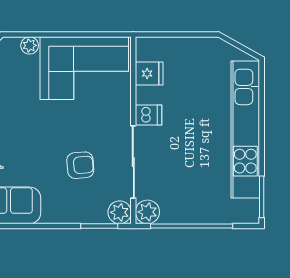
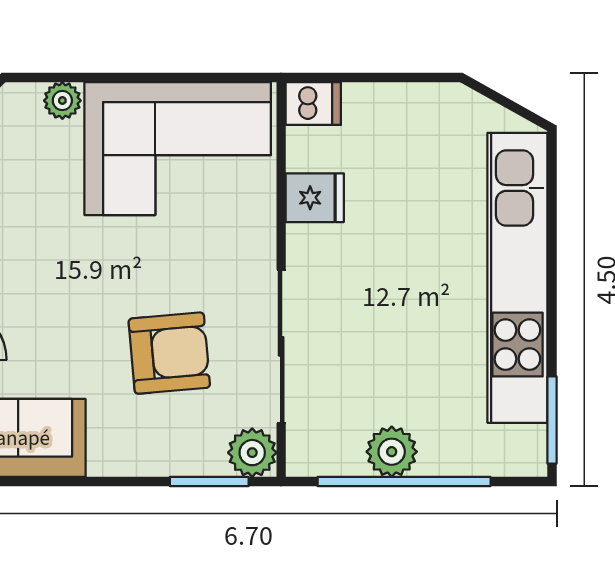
fridge: (149, 74) -> (315, 198), moved
dishwasher: (149, 115) -> (313, 103), moved
armchair: (80, 165) -> (169, 353), width x1.38, depth x1.38
plant: (147, 212) -> (392, 452), moved

